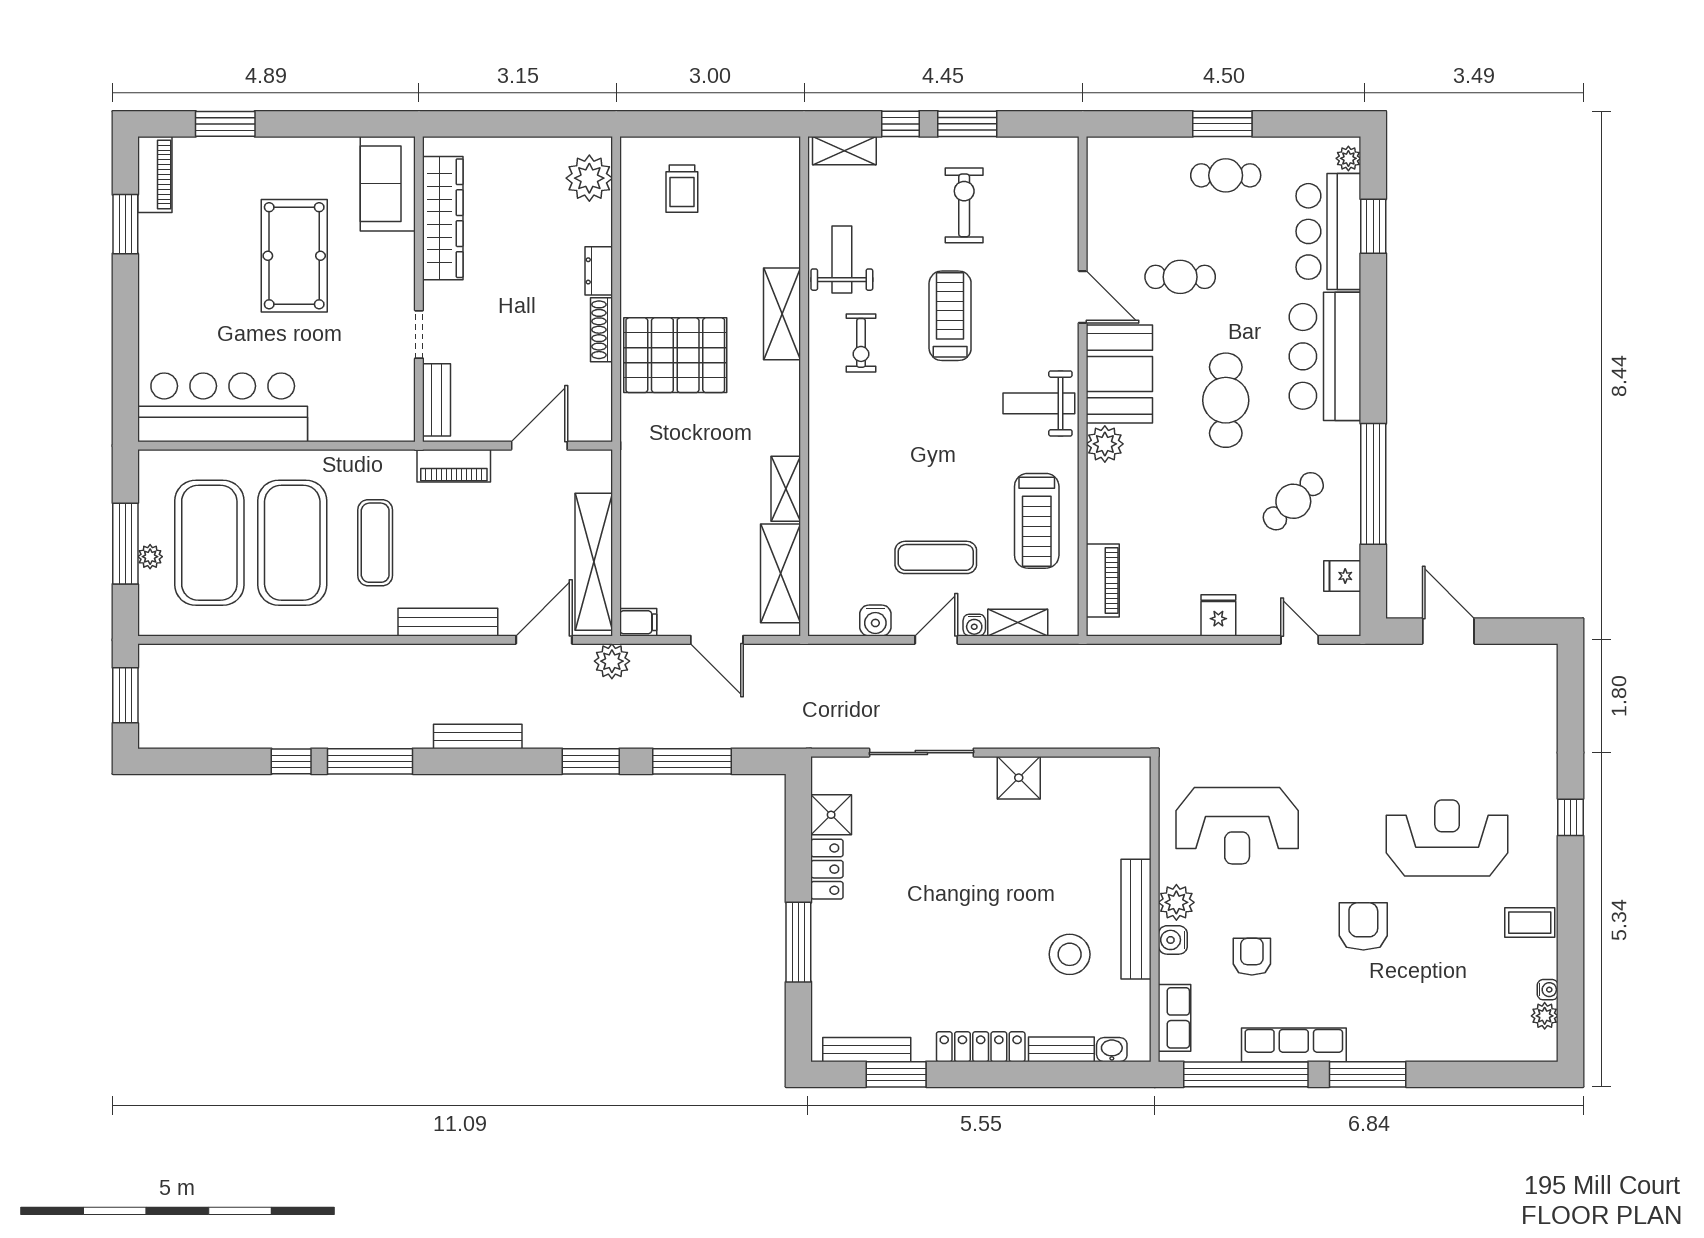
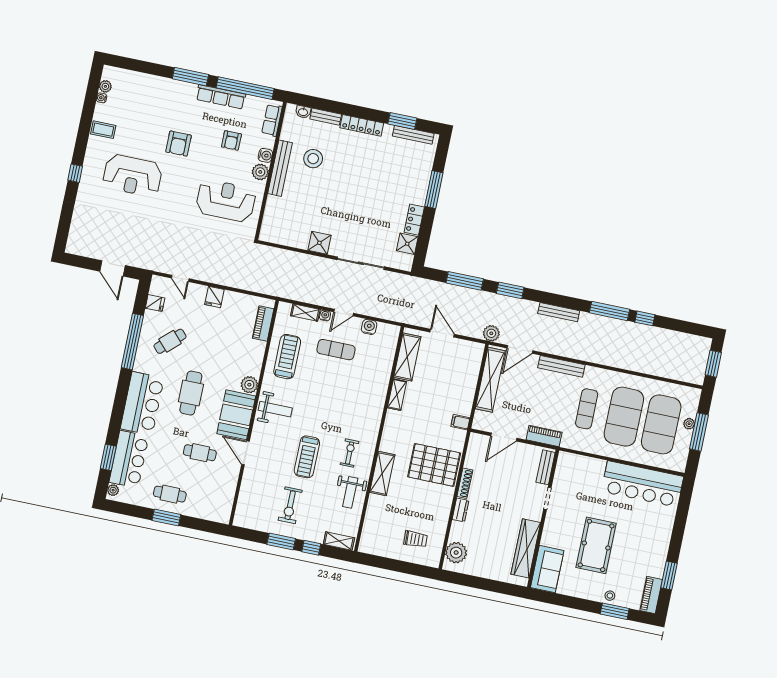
stool: (242, 155) -> (610, 596), added
trolley: (682, 189) -> (415, 539), turned 88
filing cabinet: (638, 622) -> (460, 422), moved

